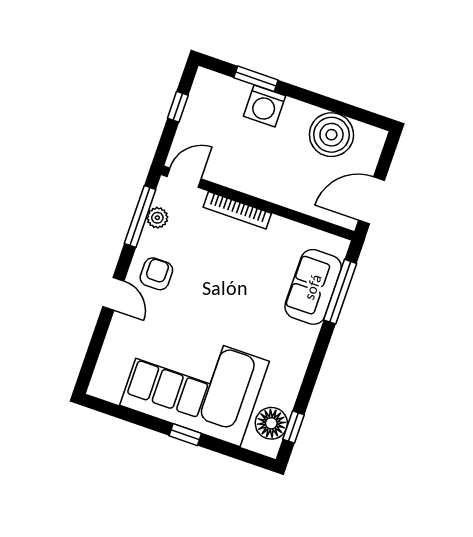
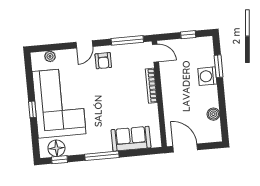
boiler: (331, 135) -> (213, 114), width x0.54, depth x0.54
plant: (157, 218) -> (50, 56), moved
armchair: (156, 274) -> (103, 61), turned 90
window: (340, 292) -> (102, 156), moved

